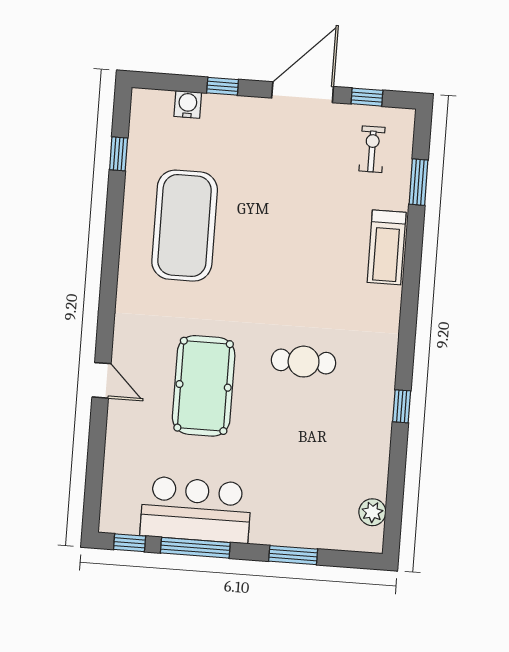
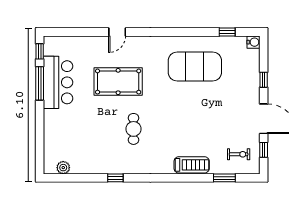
water cooler: (188, 104) -> (253, 42), moved
treadmill: (387, 247) -> (192, 165), turned 180
window: (293, 555) -> (40, 131), removed

